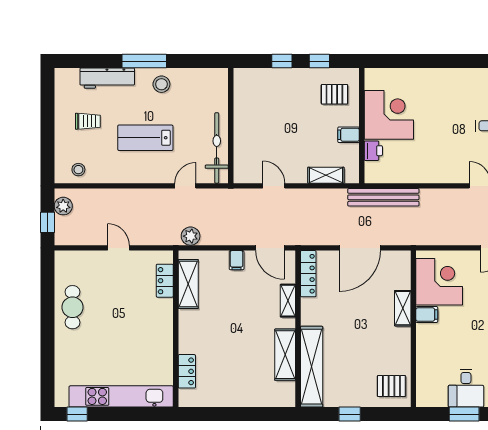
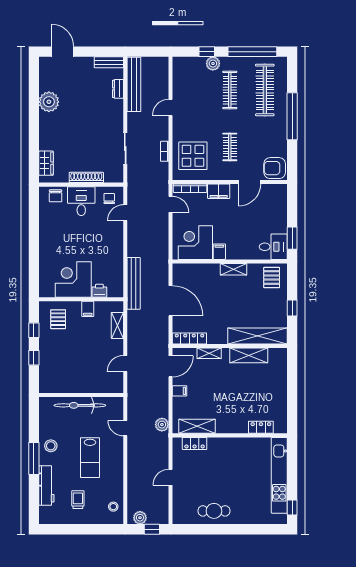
bicycle: (217, 148) -> (80, 405), moved
shelving: (403, 308) -> (234, 269), moved
desk: (466, 388) -> (273, 247), moved
window: (464, 414) -> (292, 238), moved

